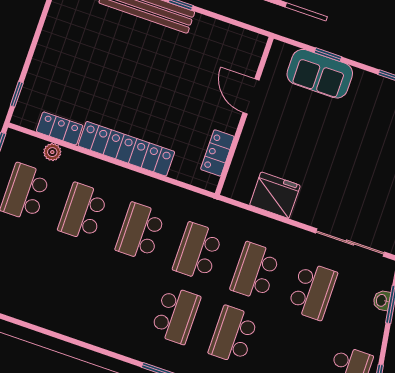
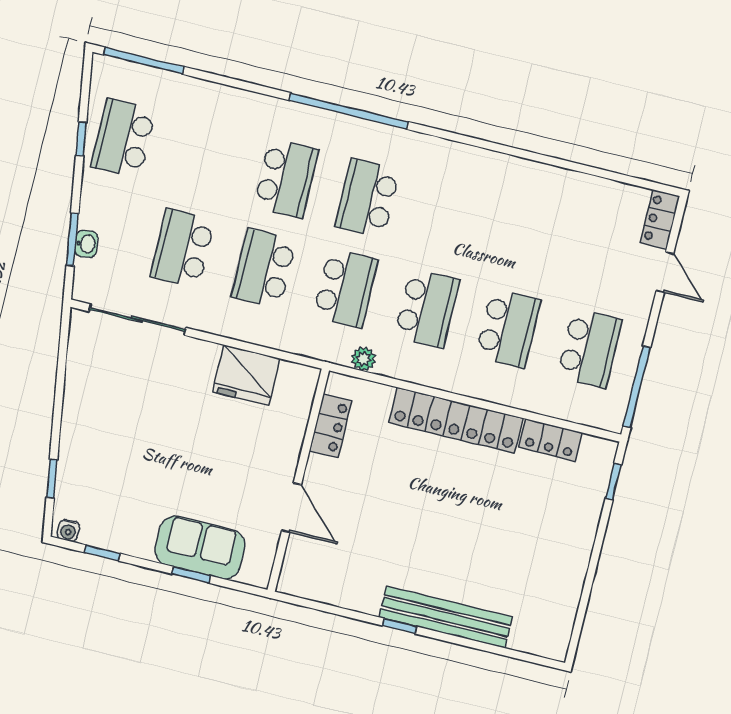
plant: (52, 152) -> (363, 359), moved
school desk: (255, 271) -> (264, 268), turned 180

